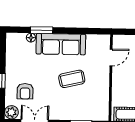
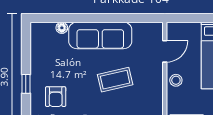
window: (42, 30) -> (75, 18), removed
stool: (119, 80) -> (176, 80), added

